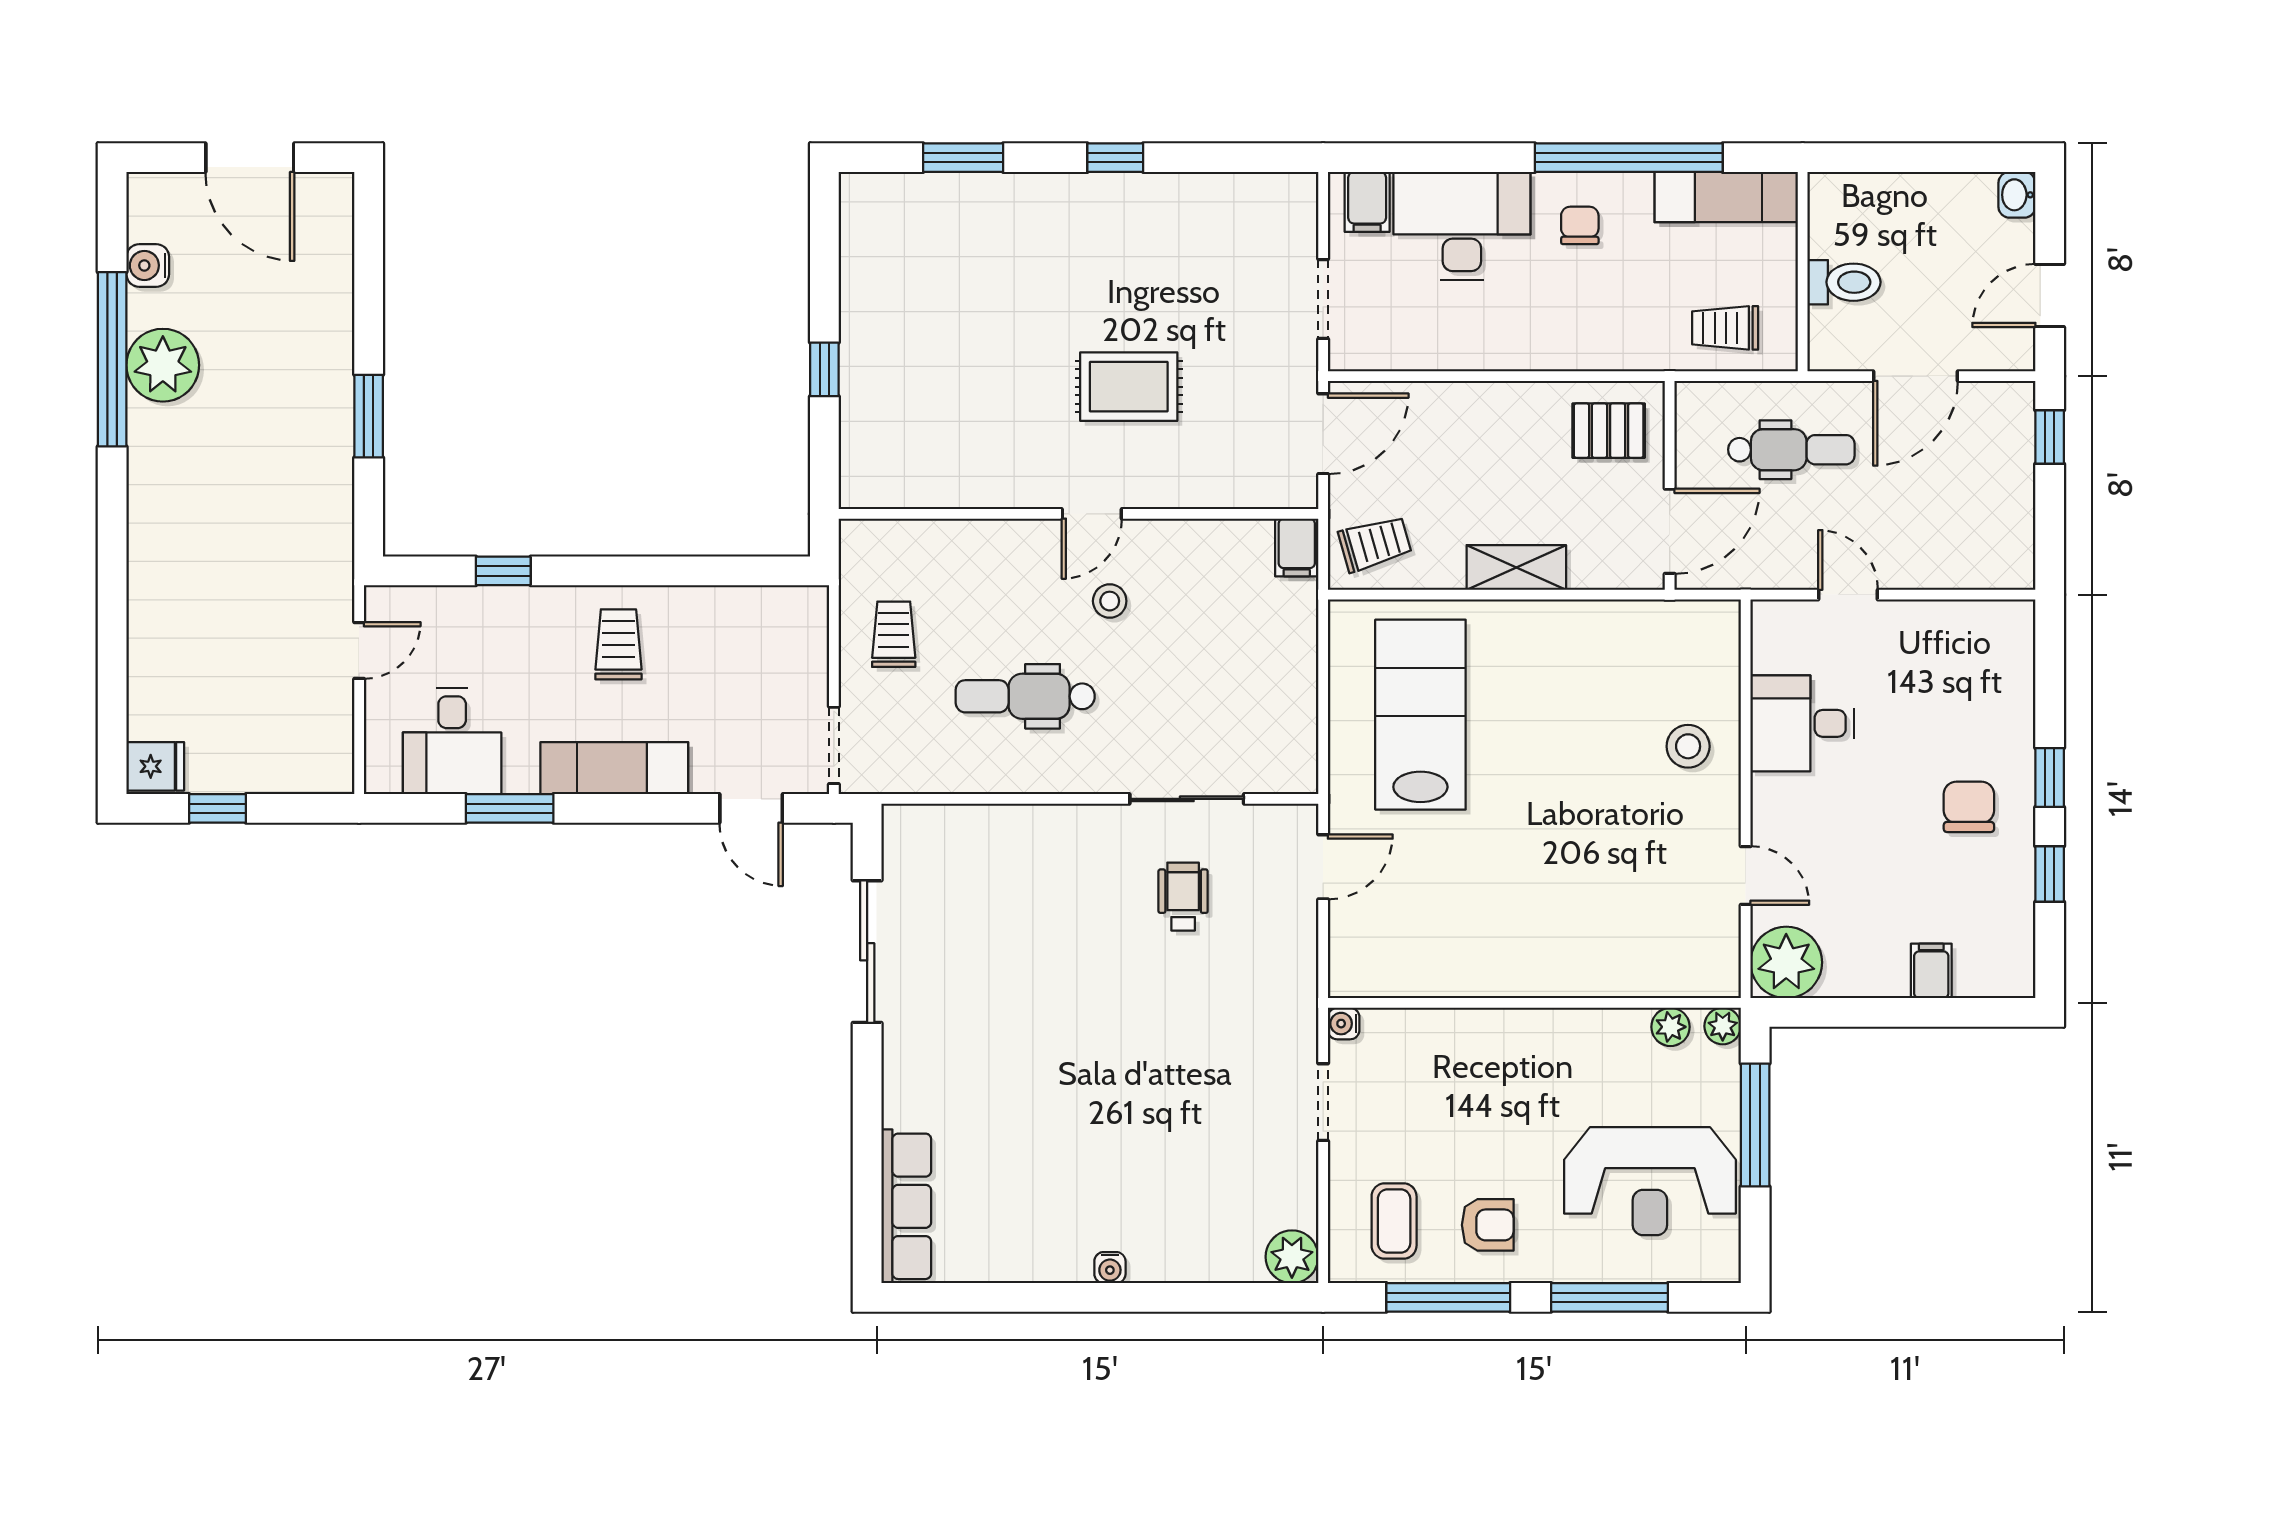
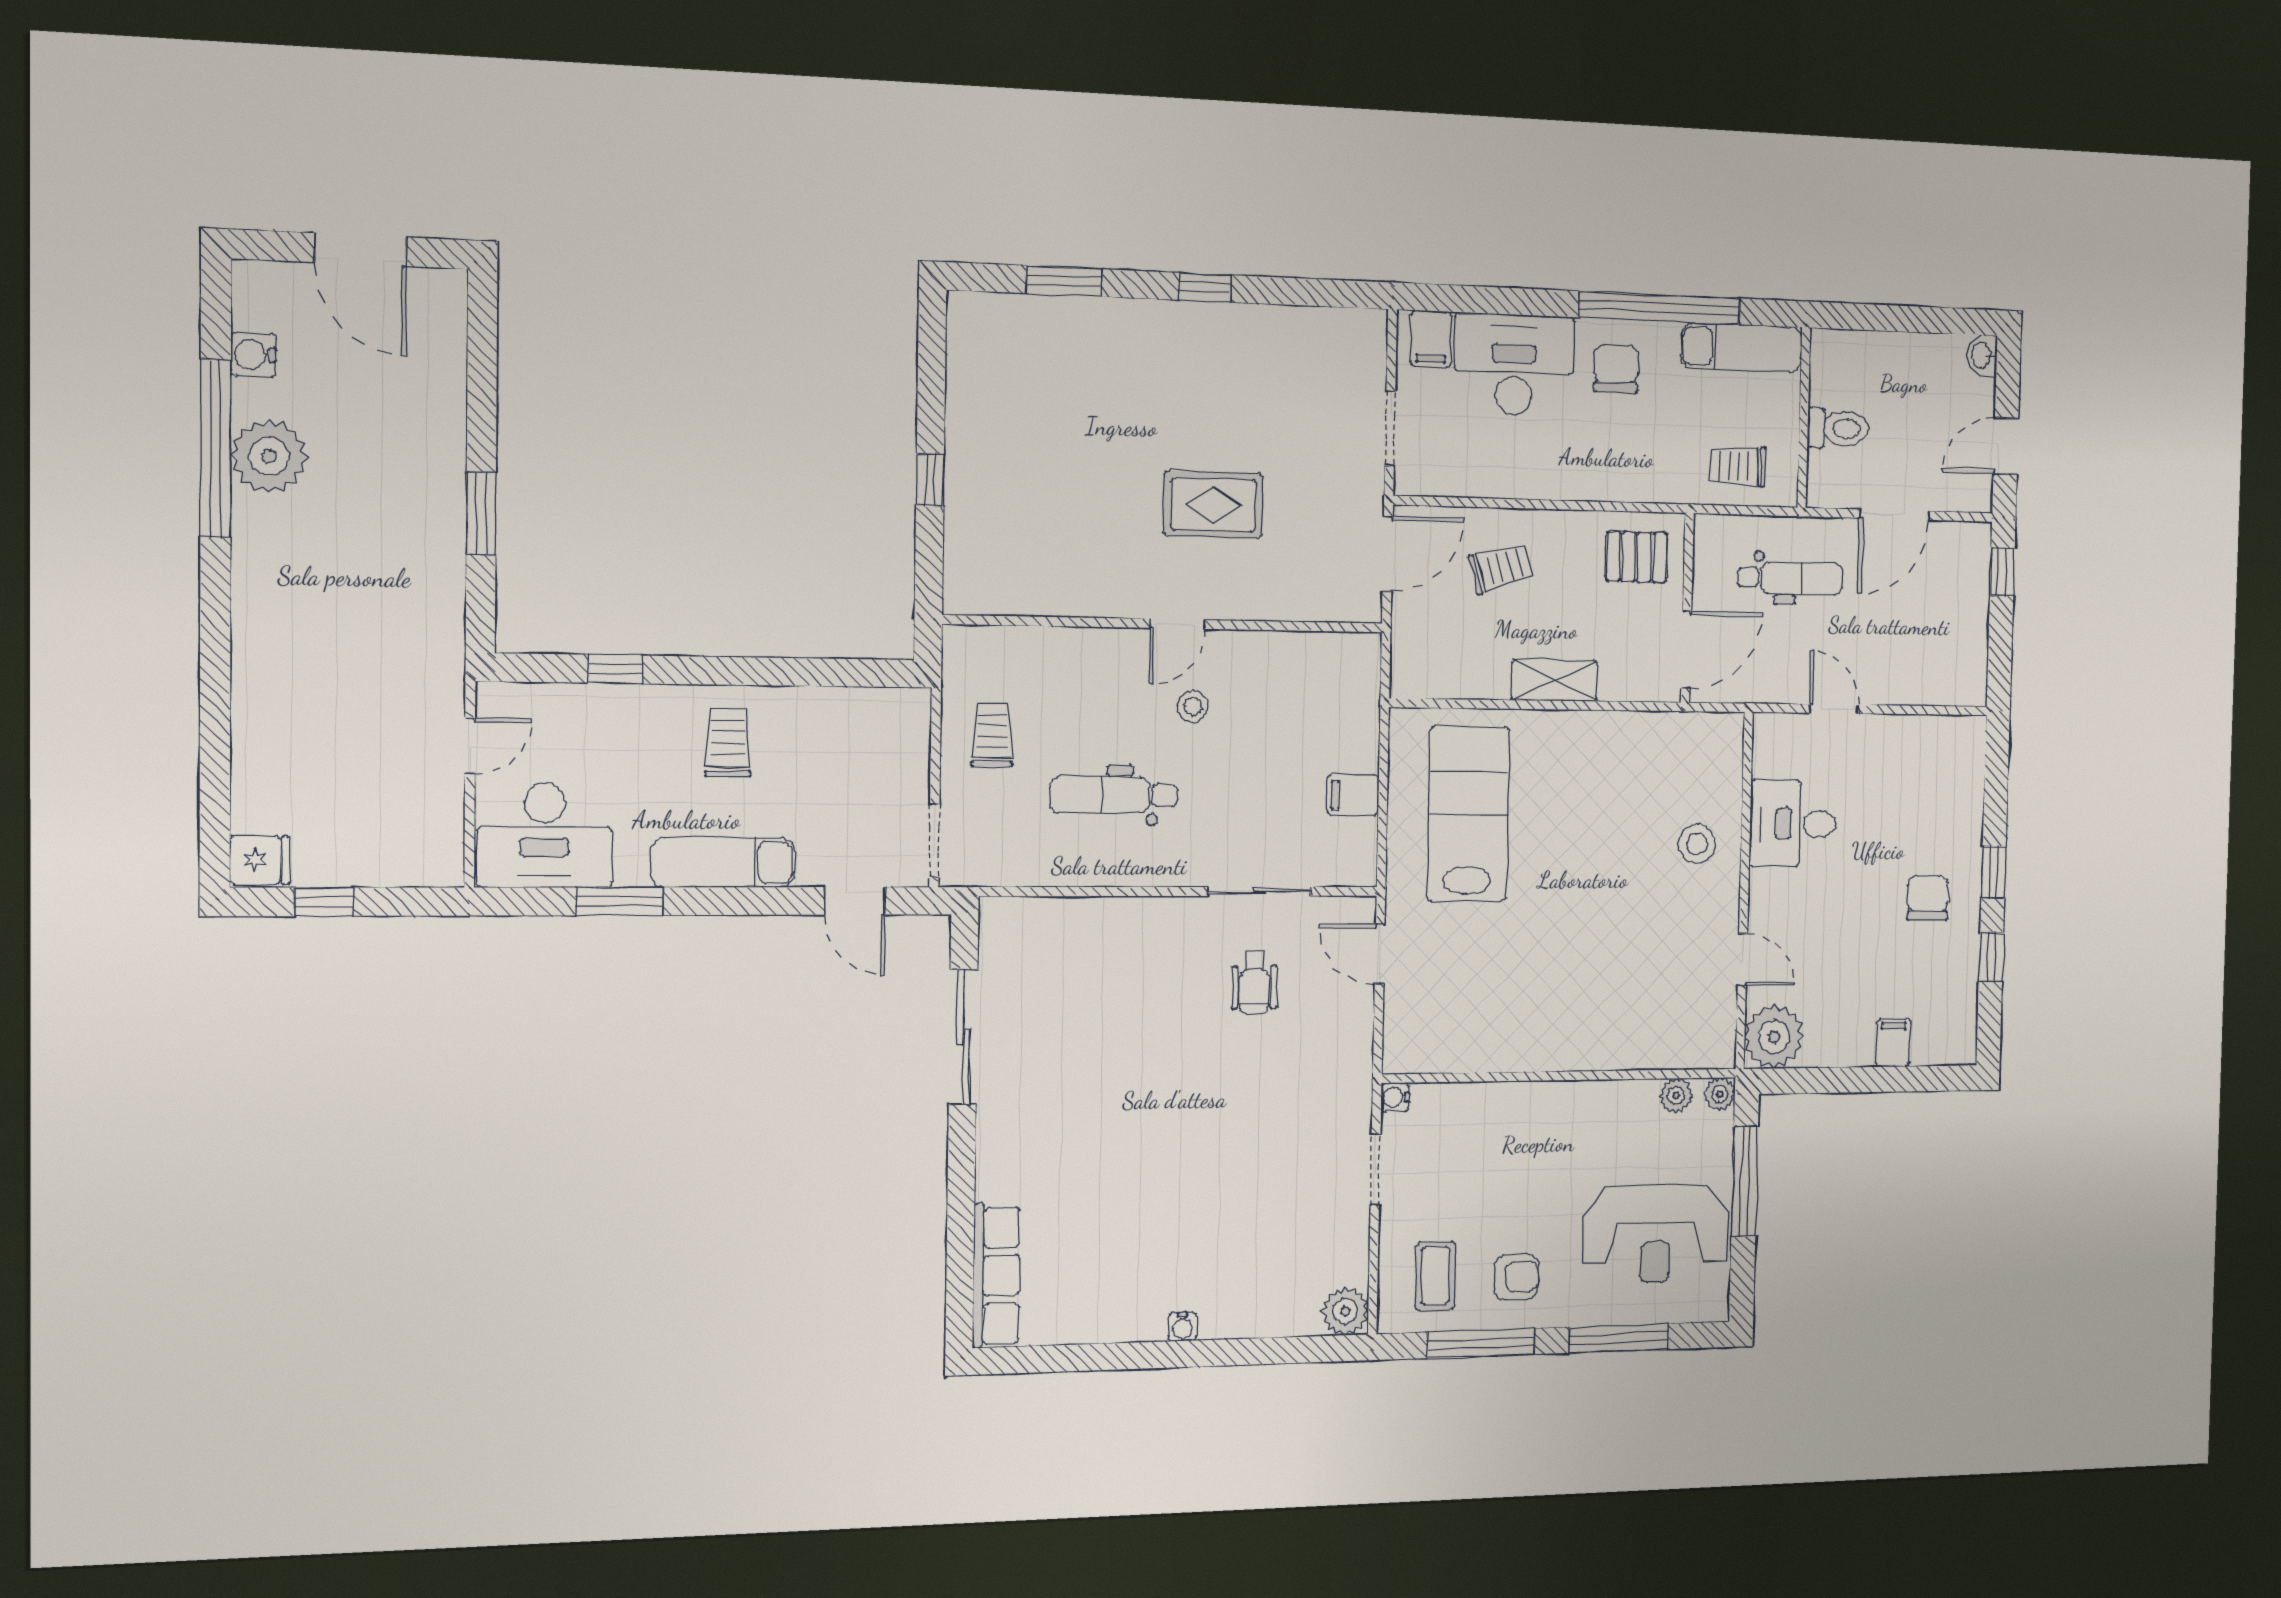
chair: (1580, 225) -> (1616, 368), width x1.37, depth x1.37
trolley: (1375, 544) -> (1501, 568), moved
filing cabinet: (1297, 547) -> (1353, 795), moved, turned 90
desk: (452, 741) -> (545, 835), width x1.37
door: (1323, 867) -> (1380, 954), swing flipped
wheelchair: (1183, 897) -> (1254, 982), turned 180

